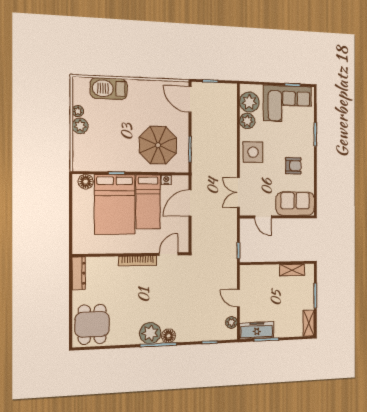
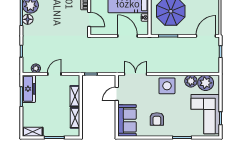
shelving: (266, 271) -> (75, 96), added

